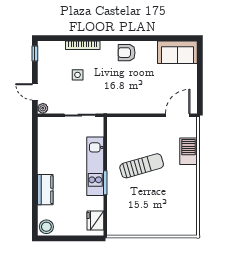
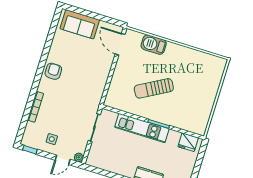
sofa: (177, 52) -> (80, 24), moved, turned 90
armchair: (127, 53) -> (53, 71), turned 180
side table: (78, 75) -> (52, 139), moved
sun lounger: (142, 166) -> (154, 88), turned -103

